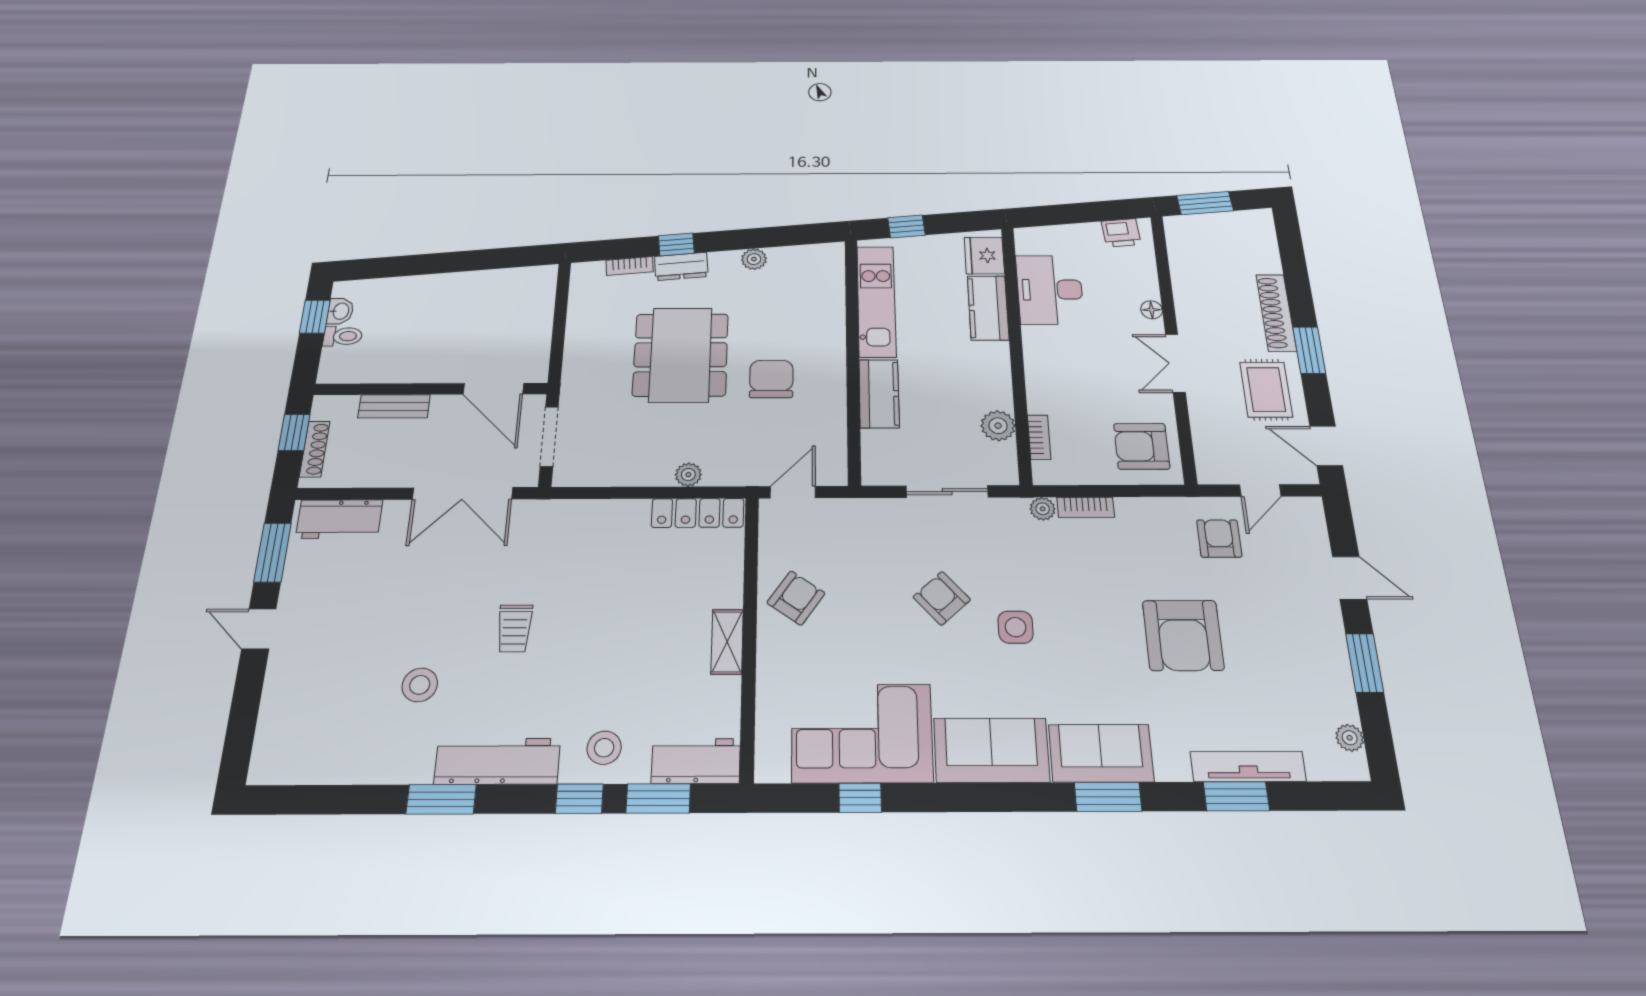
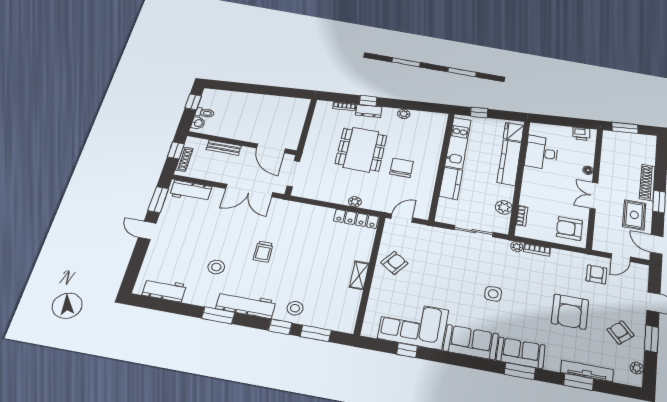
kitchen counter: (988, 308) -> (509, 163), width x1.50
washbasin: (340, 311) -> (198, 123), moved
armchair: (942, 598) -> (621, 332), moved
workbench: (696, 761) -> (164, 290), moved

